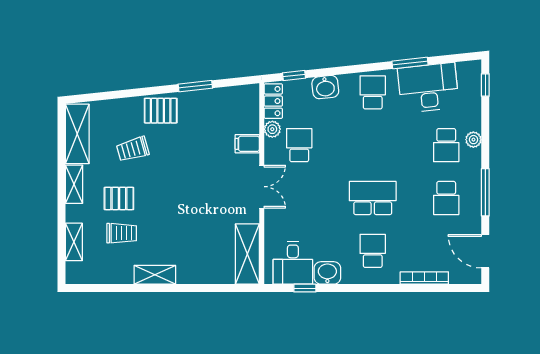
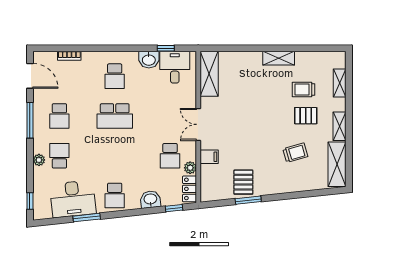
pallet: (161, 111) -> (243, 182), moved, turned 90
school desk: (446, 198) -> (59, 116), turned 180
bookcase: (424, 278) -> (69, 56), width x0.64

